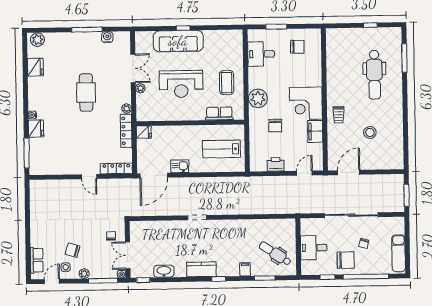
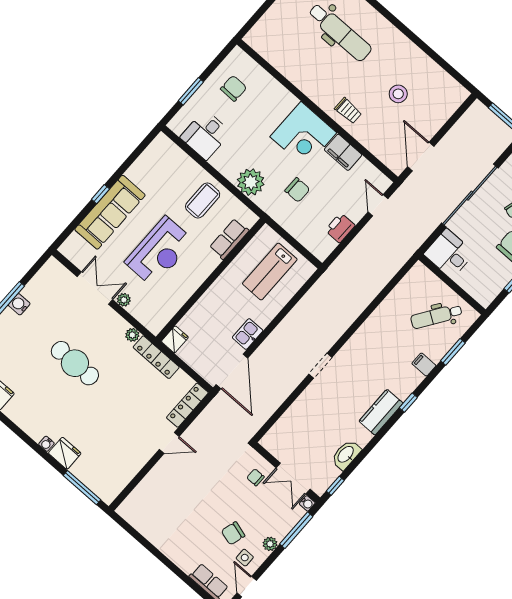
water cooler: (107, 37) -> (19, 304), moved
coffee table: (227, 83) -> (203, 200), turned 90
desk: (314, 248) -> (449, 254), moved, turned 90

